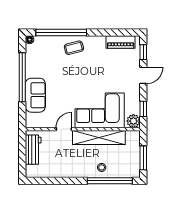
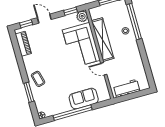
window: (61, 32) -> (29, 92), width x0.47

